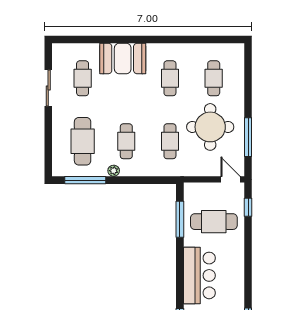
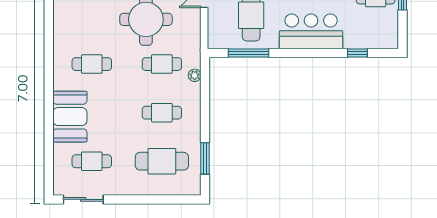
cafe table: (214, 78) -> (92, 15), removed
sliding door: (48, 88) -> (83, 199), moved
plant: (114, 171) -> (195, 75), moved
window: (85, 180) -> (205, 158), width x0.69

